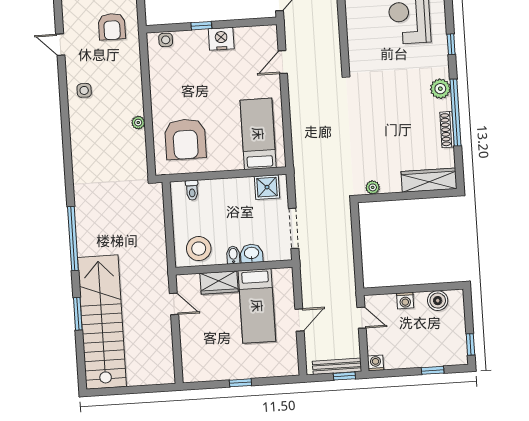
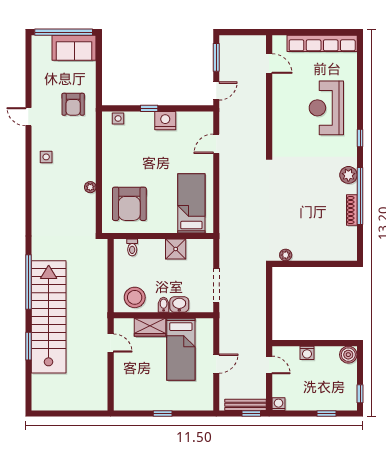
wardrobe: (429, 180) -> (334, 252), removed
shower: (267, 187) -> (176, 249), moved
boiler: (438, 301) -> (348, 355), moved
stairs: (102, 322) -> (49, 317), moved

